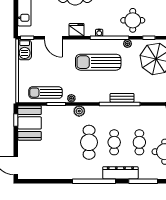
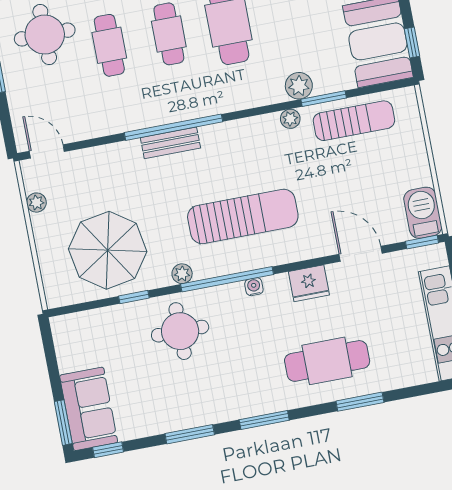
plant: (79, 111) -> (299, 86), moved

